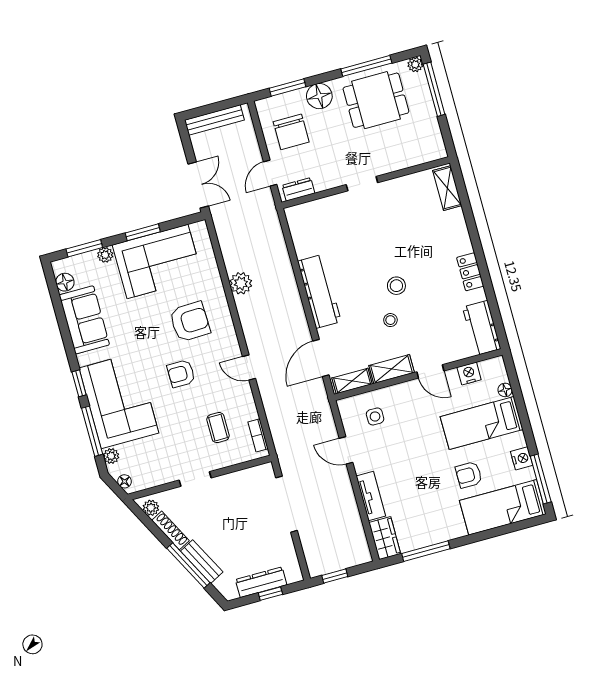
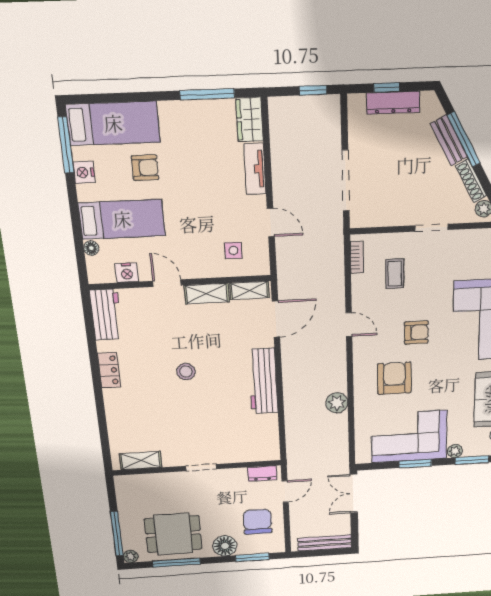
shelving: (447, 188) -> (141, 461), moved, turned 90
stool: (390, 320) -> (198, 341), removed
armchair: (190, 322) -> (394, 378), turned 92

